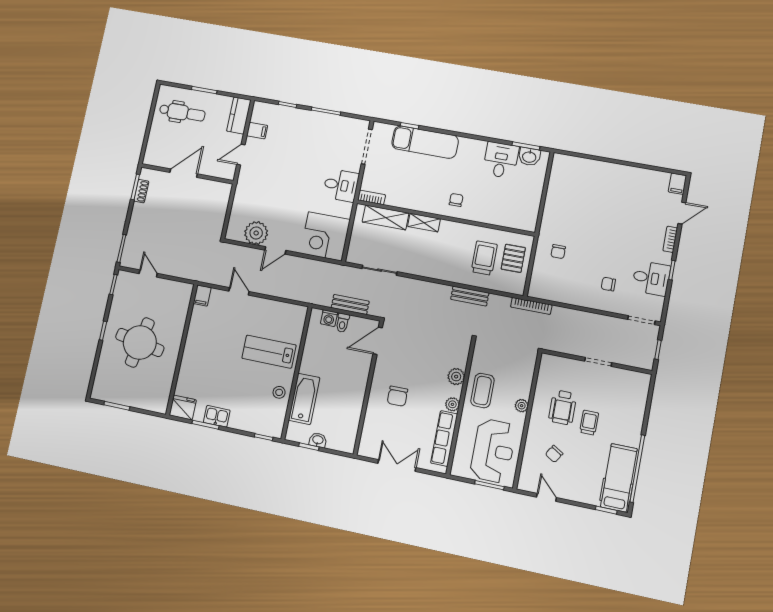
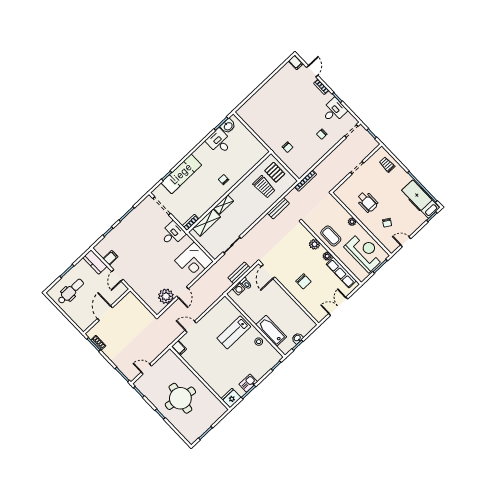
trolley: (484, 258) -> (264, 187), turned 180
trolley: (589, 423) -> (387, 164), moved

